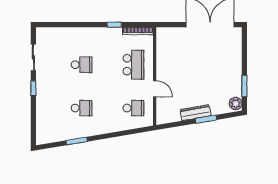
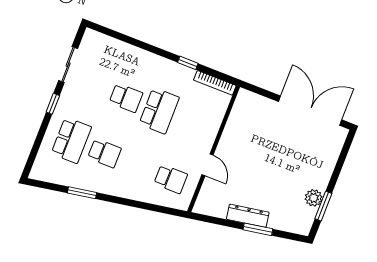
school desk: (133, 65) -> (159, 111), moved
plant: (236, 104) -> (314, 198), moved
school desk: (56, 108) -> (71, 140), added

